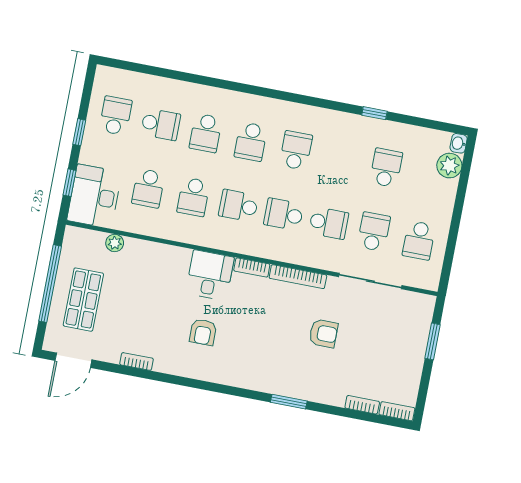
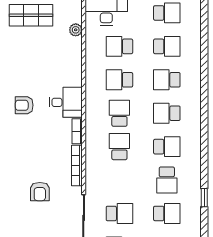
school desk: (161, 124) -> (167, 46), turned -90
school desk: (329, 223) -> (167, 180), moved

